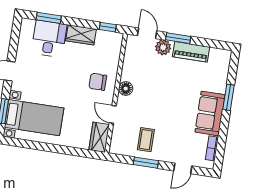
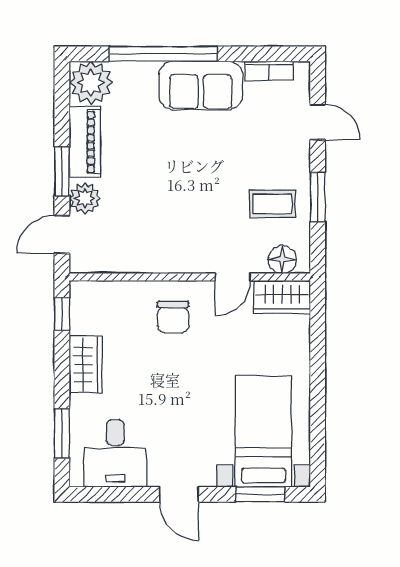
desk: (49, 39) -> (115, 453), moved, turned -90
plant: (220, 59) -> (91, 83), added
floor lamp: (126, 89) -> (282, 259), moved
window: (228, 97) -> (163, 54), width x2.11

